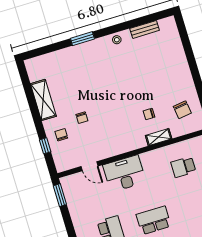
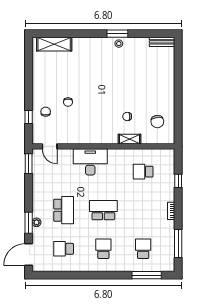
bench: (145, 29) -> (162, 42), moved
window: (82, 39) -> (117, 34), moved
shelving: (43, 100) -> (54, 44), moved, turned 90
door: (90, 166) -> (50, 146), moved

